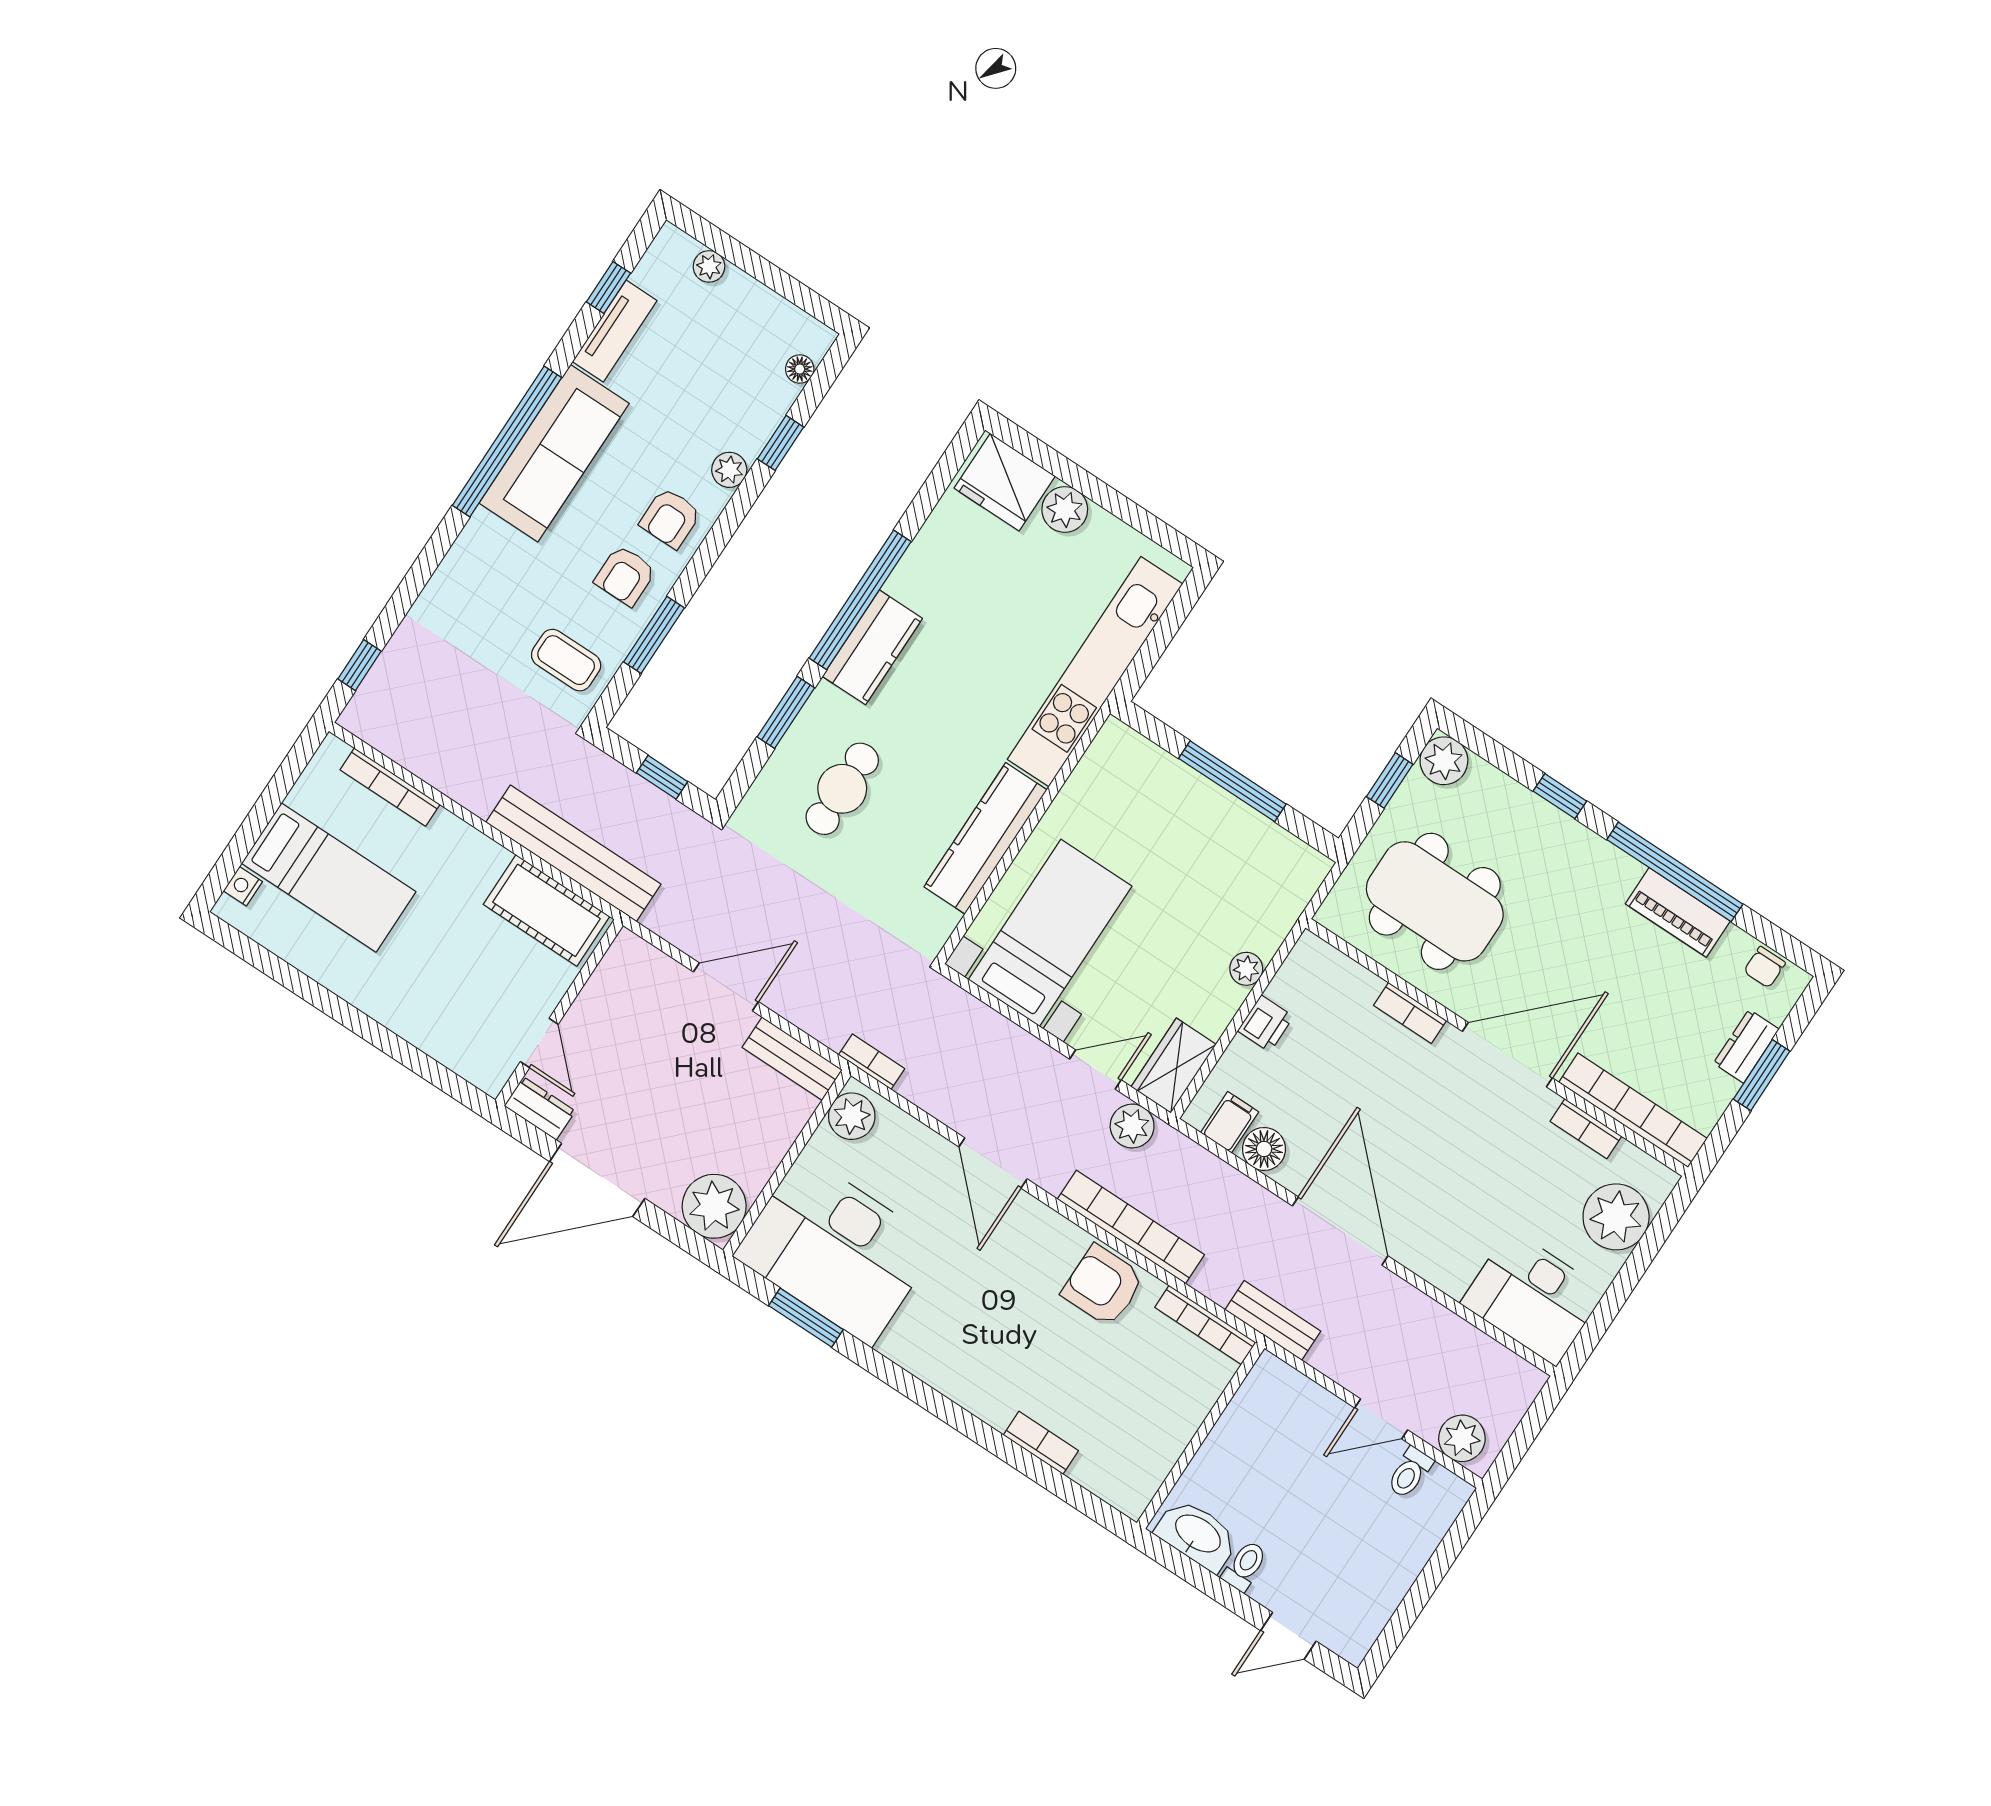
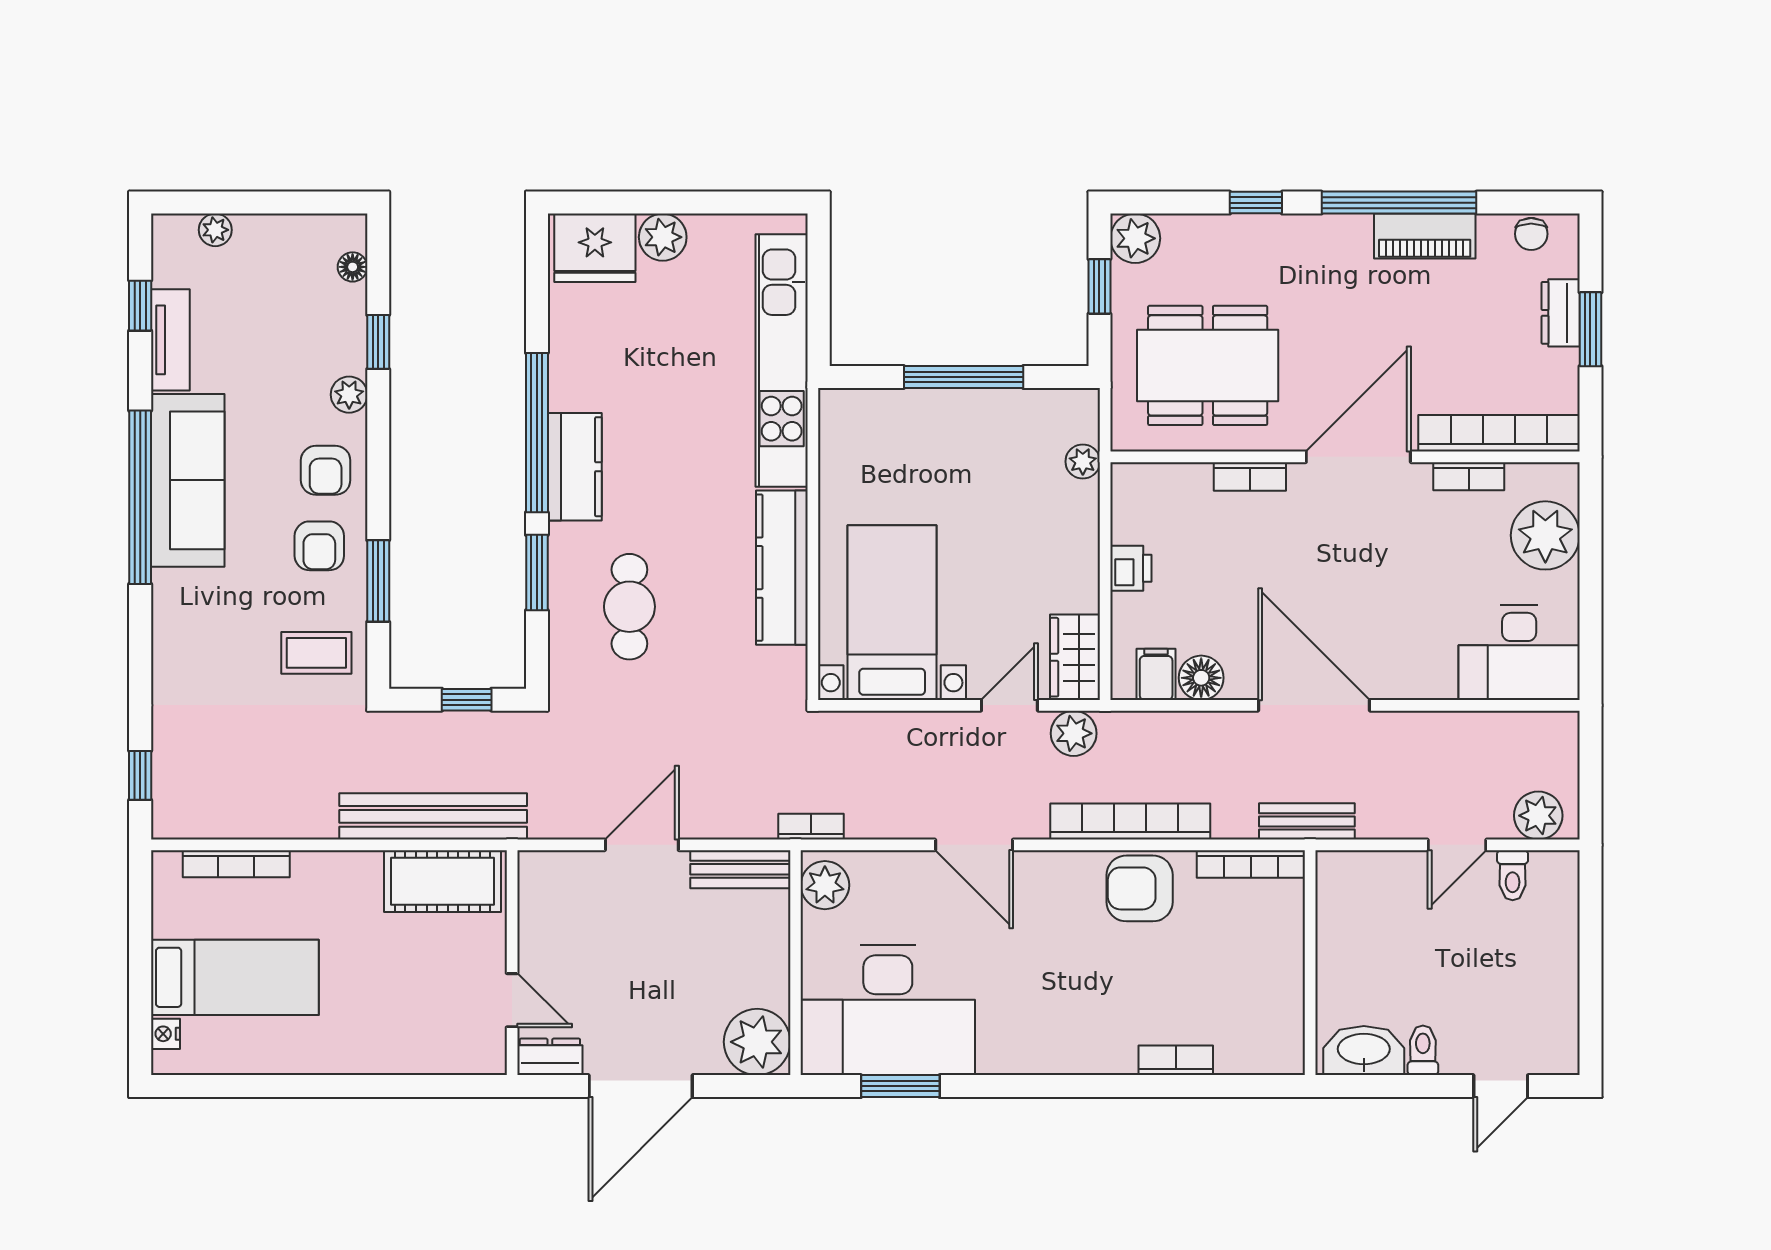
plant: (1246, 969) -> (1083, 462), moved

